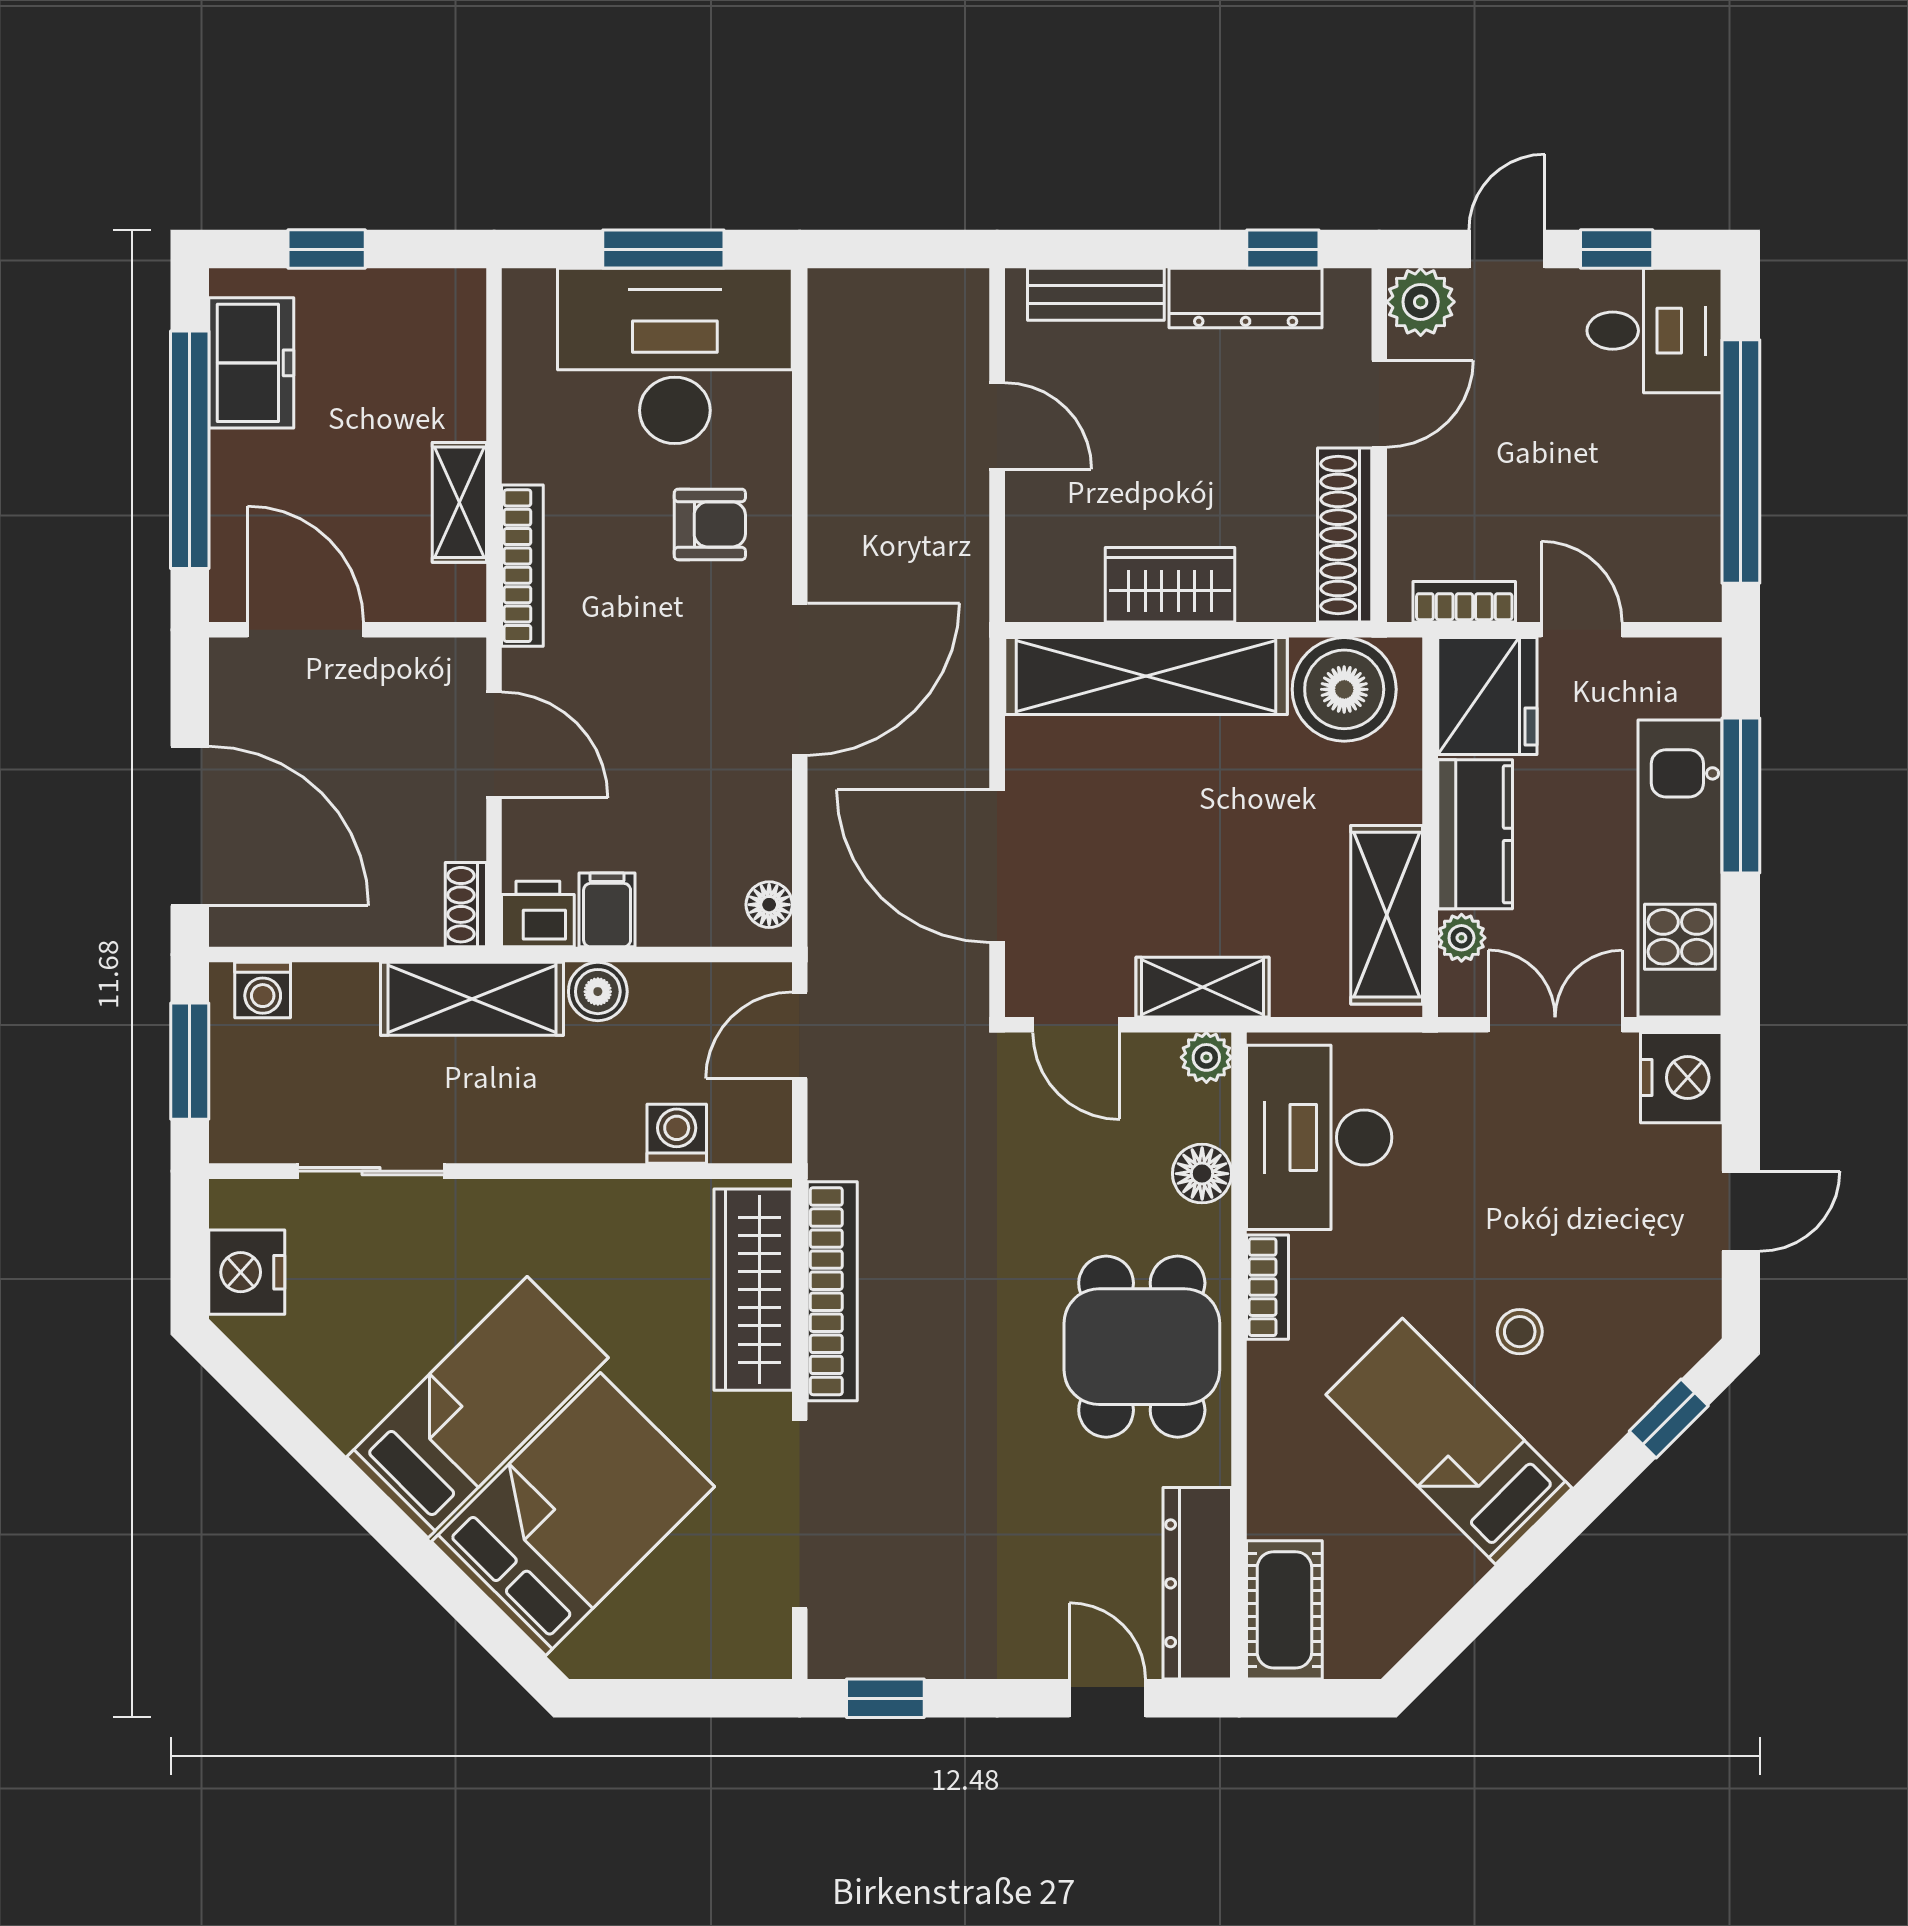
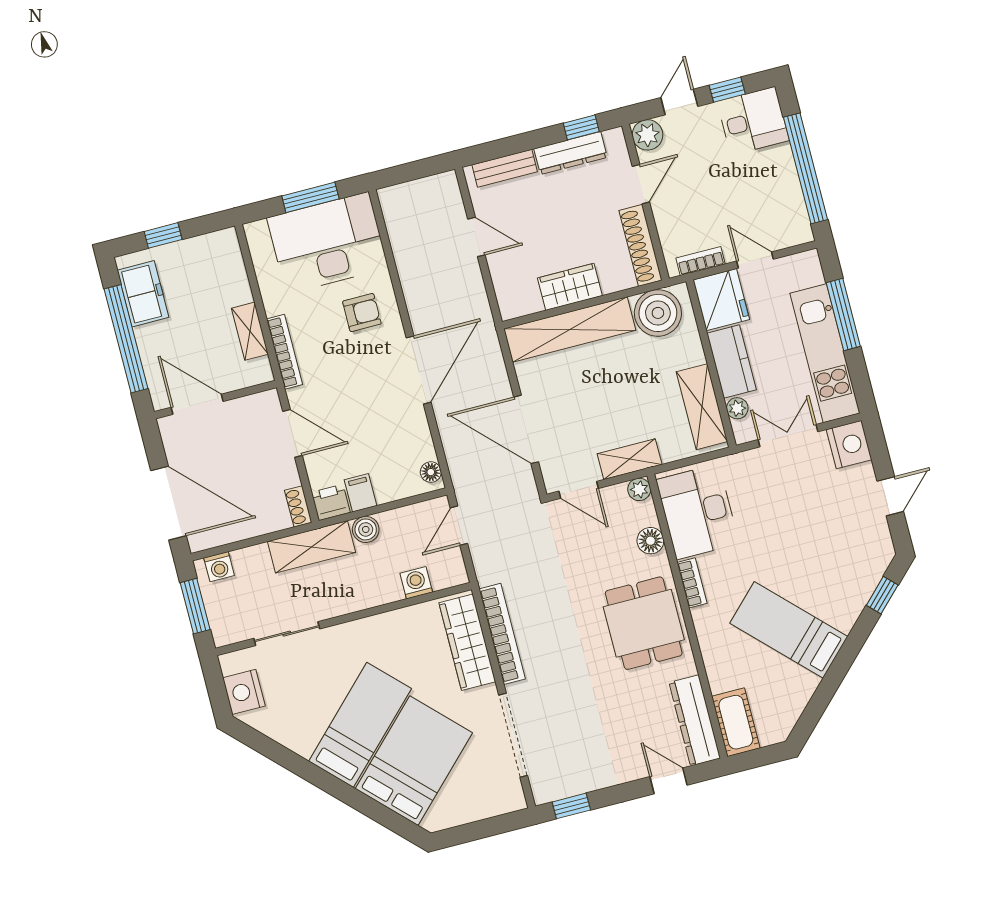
stool: (1520, 1332) -> (807, 574), removed

